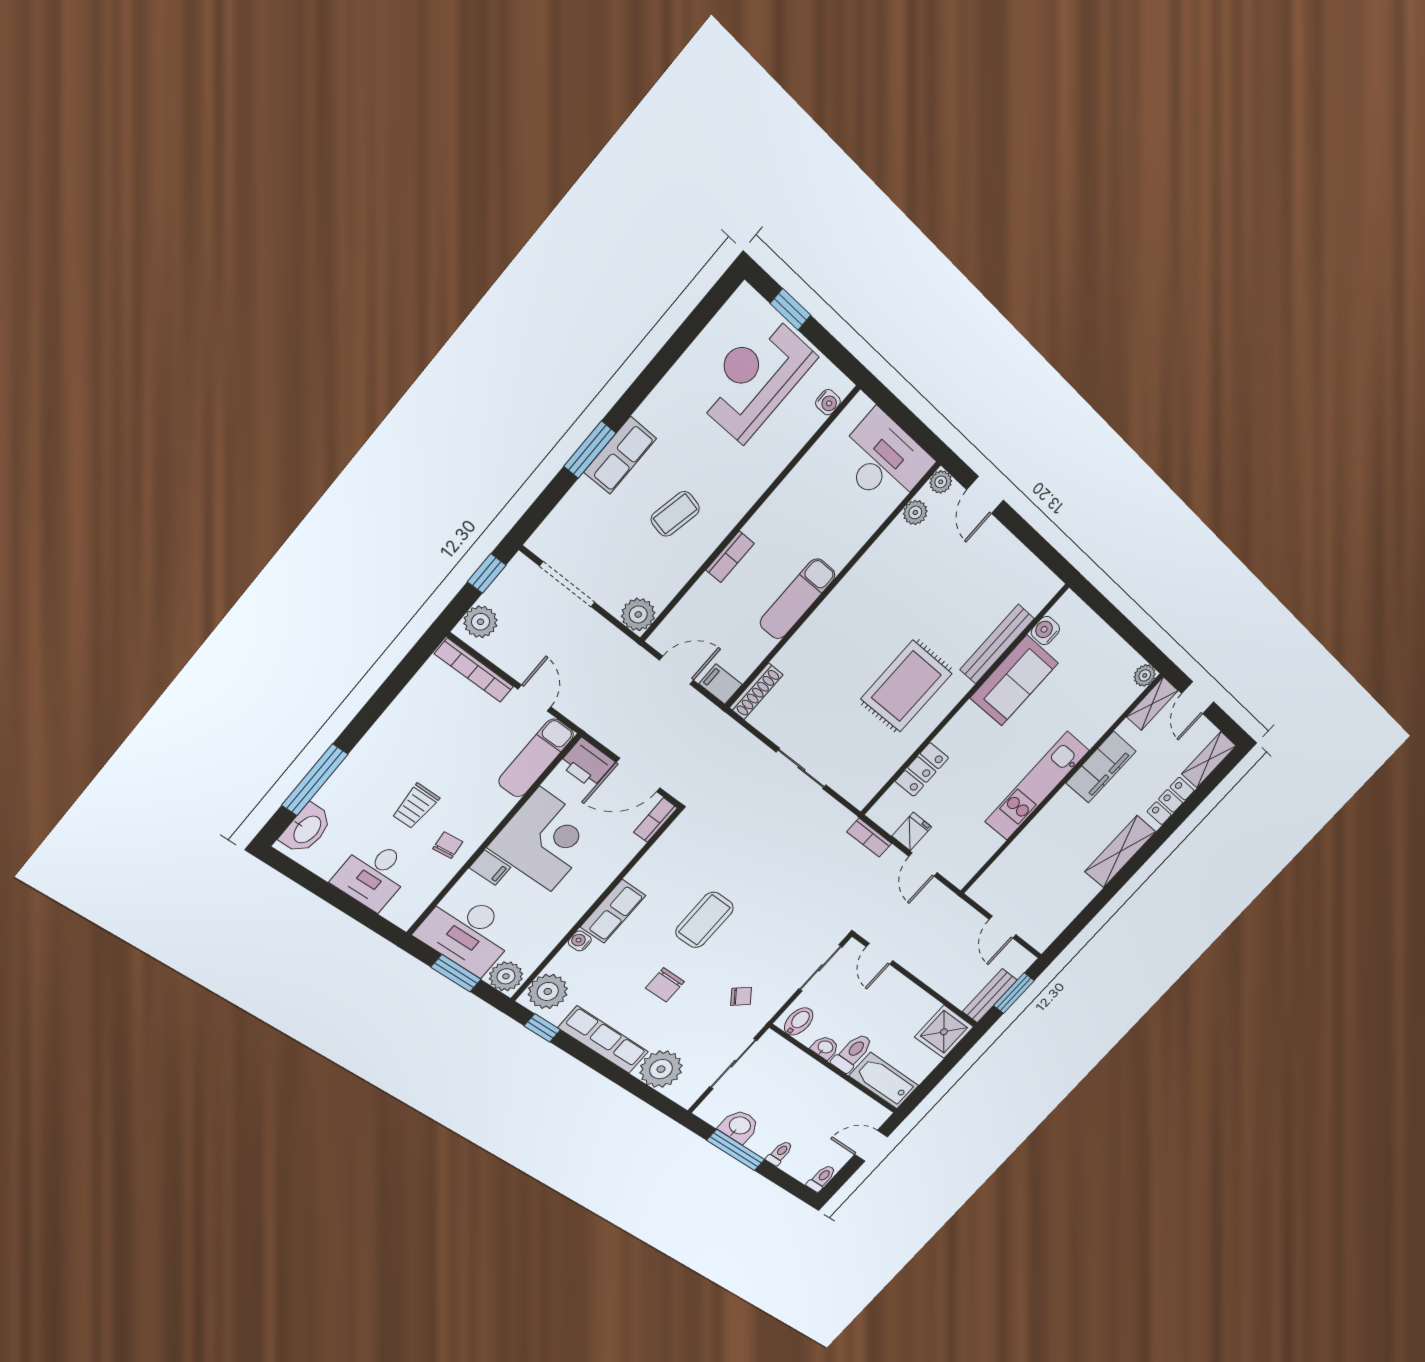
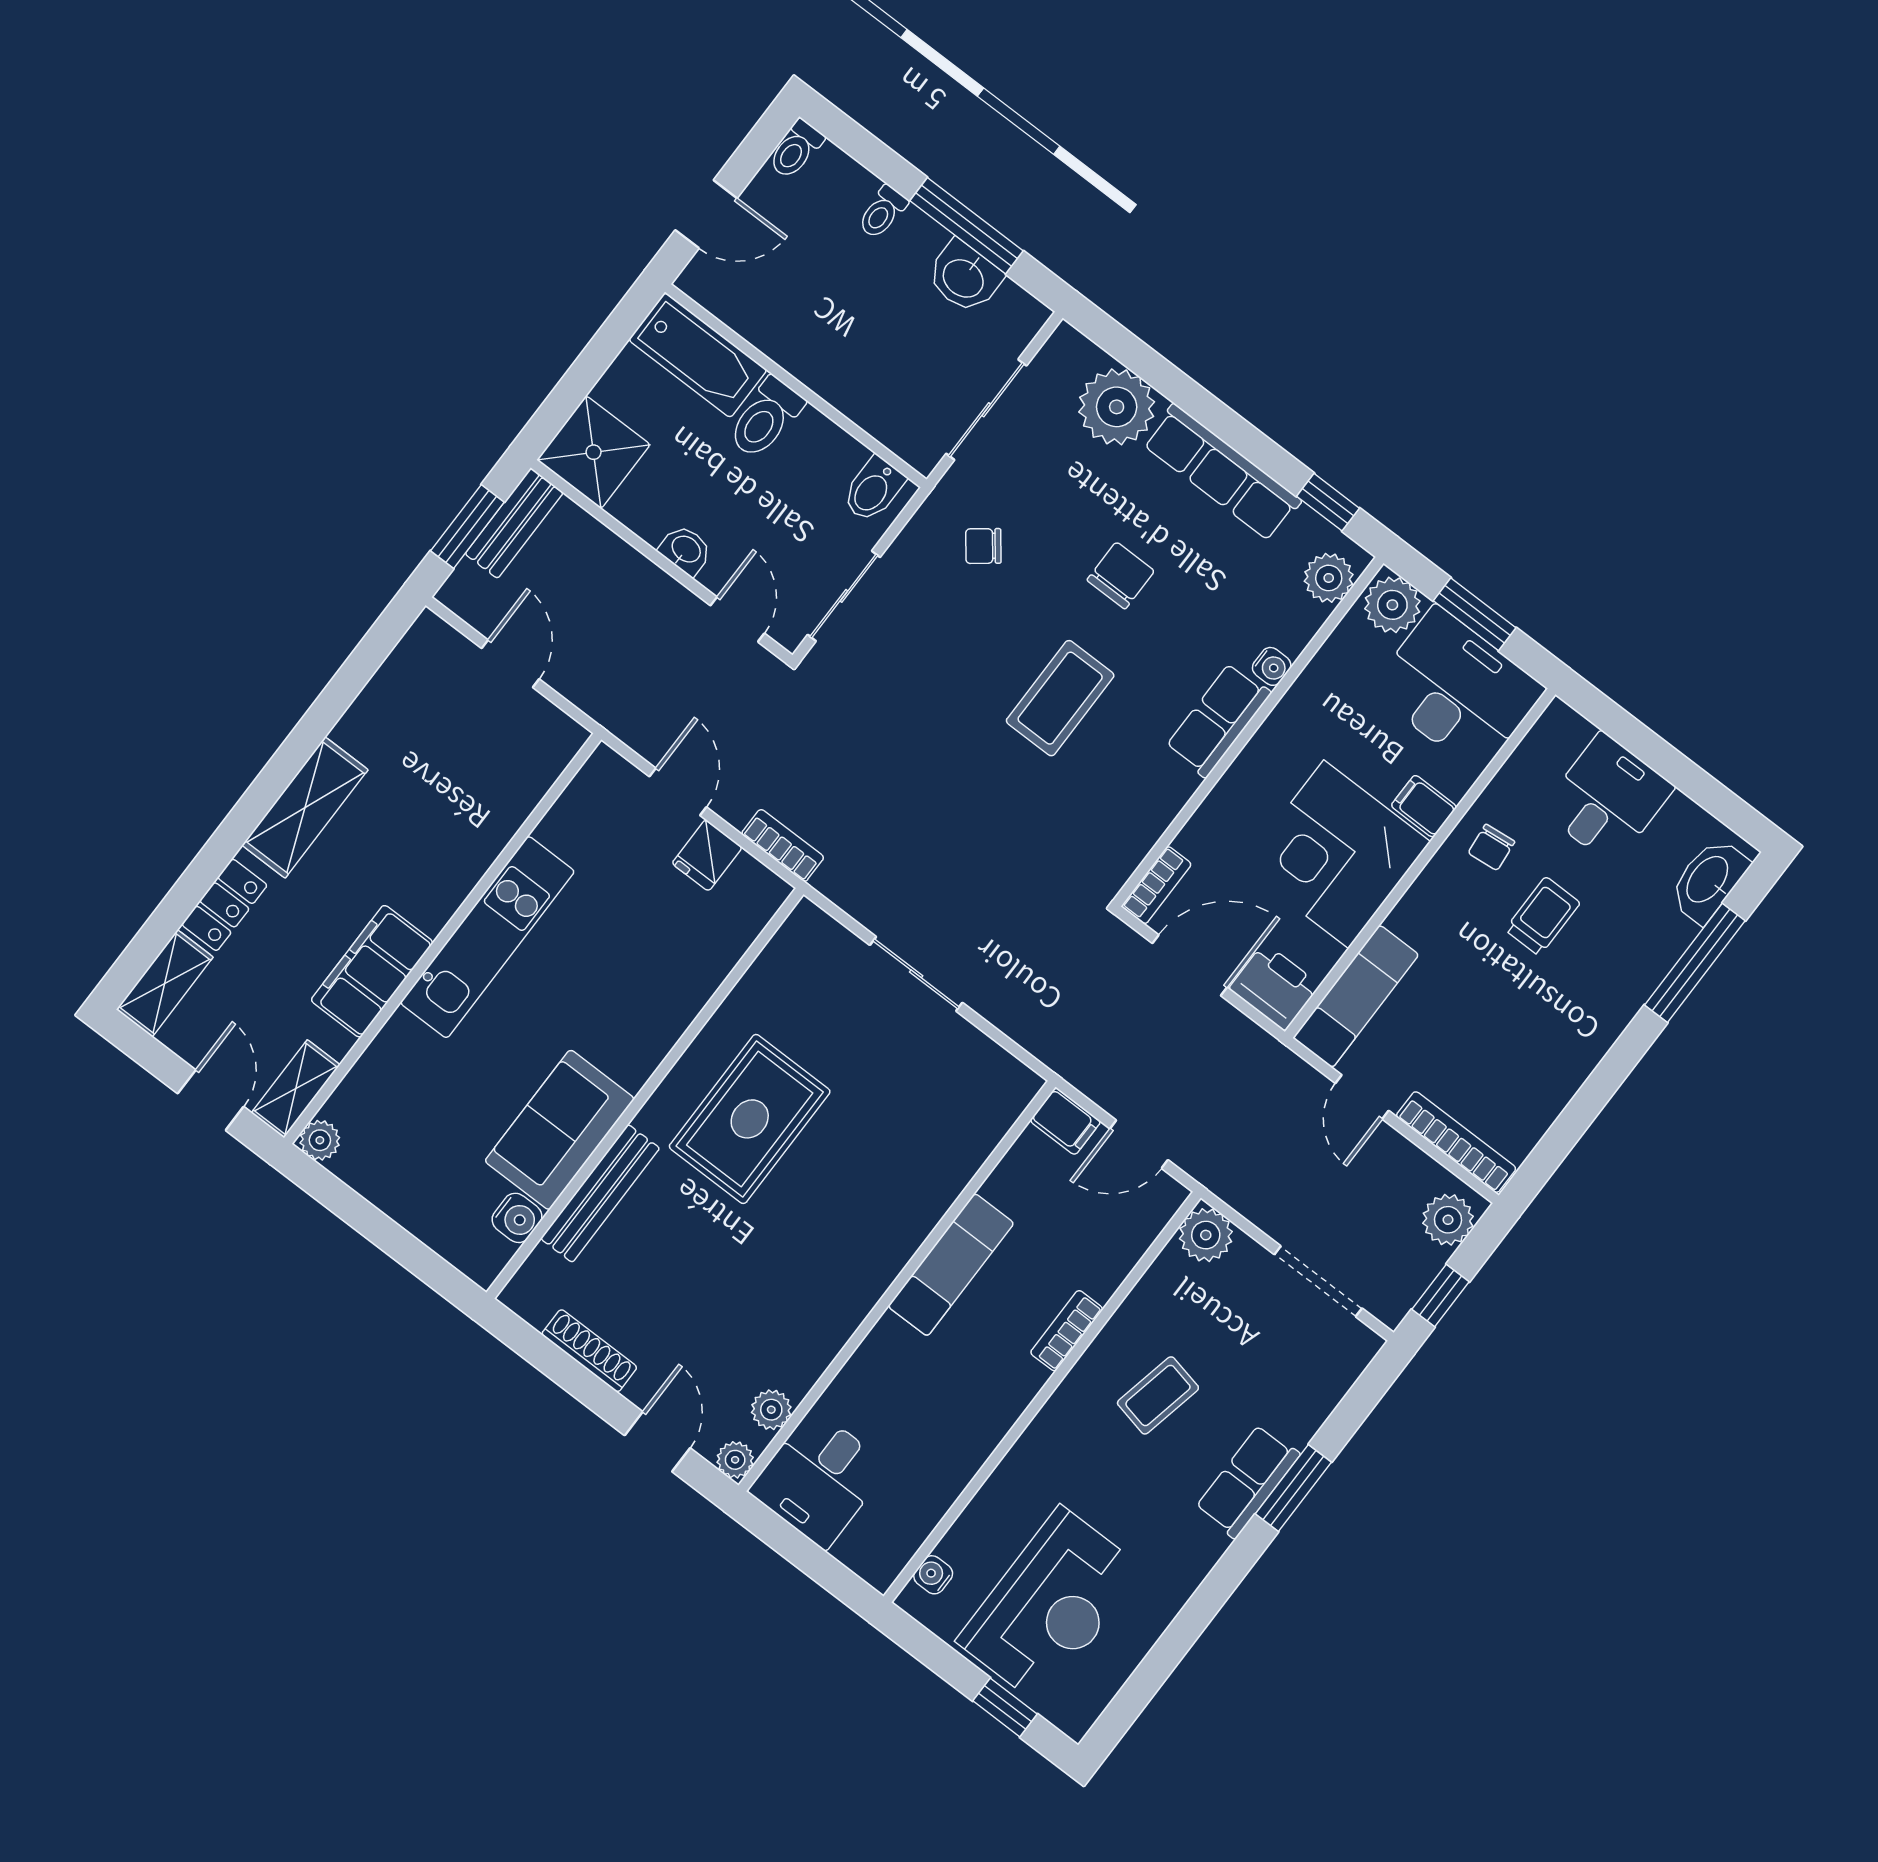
desk: (884, 460) -> (819, 1479), width x0.73
shoe rack: (756, 691) -> (589, 1351), moved, turned 90
locker: (922, 770) -> (703, 970), removed
plant: (548, 991) -> (1329, 578), width x0.73, depth x0.73
washbasin: (825, 1047) -> (686, 550), moved, turned 180

